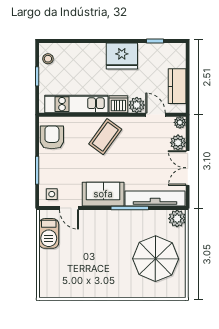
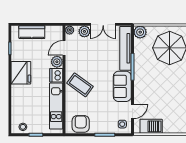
kitchen counter: (177, 86) -> (32, 32), moved
armchair: (52, 137) -> (81, 124), turned 90

